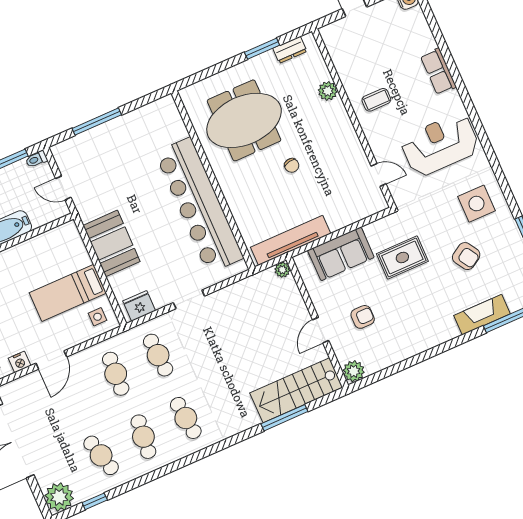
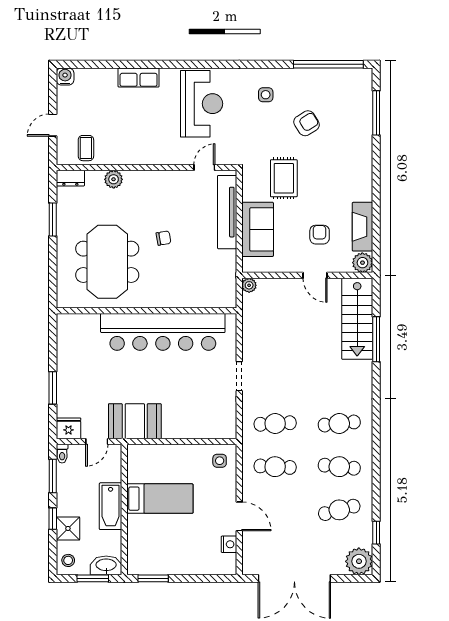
dresser: (290, 50) -> (70, 178), moved, turned 90
coffee table: (376, 100) -> (86, 148), moved
window: (97, 122) -> (53, 388), width x0.69
reception desk: (440, 145) -> (202, 104), turned 180
side table: (476, 204) -> (266, 95), width x0.54, depth x0.54
tv unit: (291, 240) -> (227, 212), moved
booth: (112, 243) -> (135, 421), moved
bed: (68, 293) -> (160, 499), moved, turned -90
fridge: (139, 306) -> (68, 428), moved, turned 90
fireplace: (482, 315) -> (362, 227), moved

